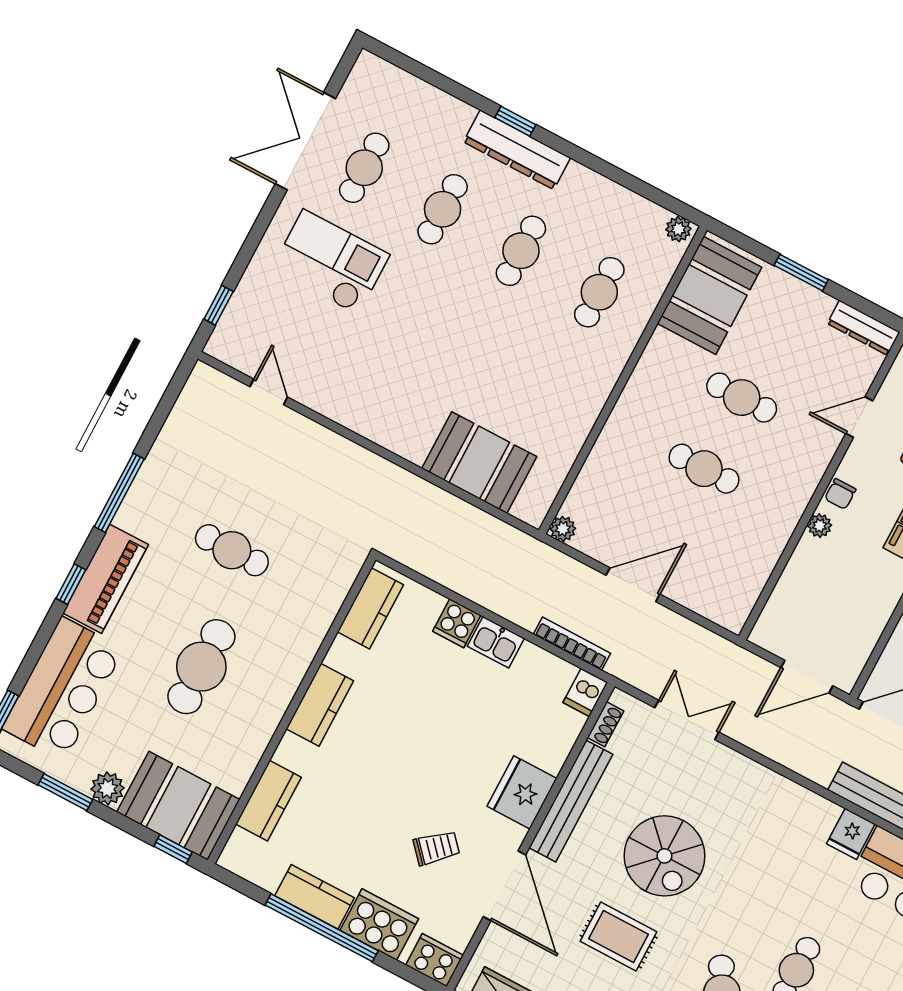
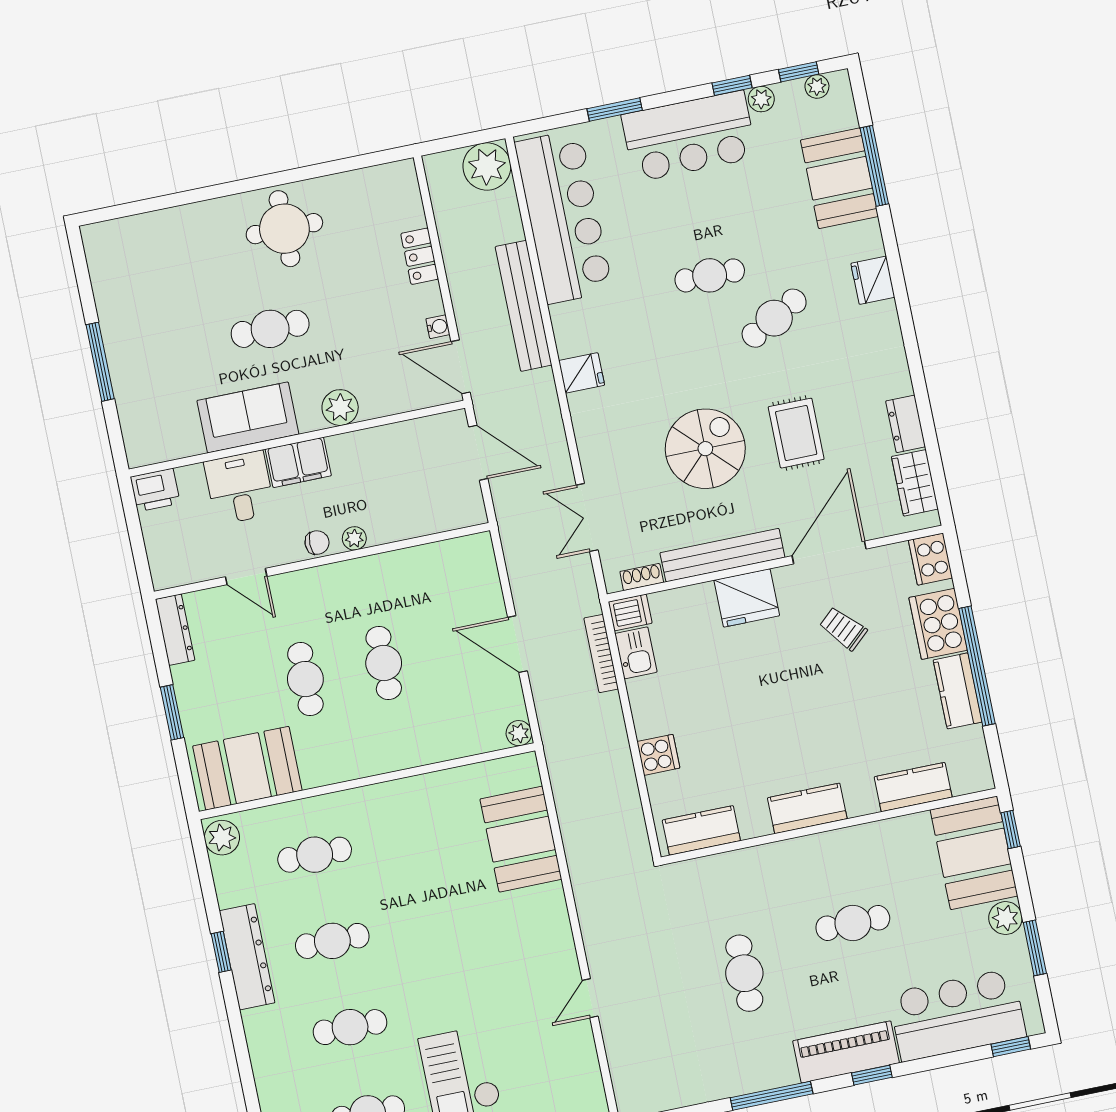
window: (515, 121) -> (221, 952), moved
dresser: (517, 150) -> (247, 957), moved
plant: (678, 229) -> (222, 838), width x1.38, depth x1.38
door: (269, 392) -> (590, 998), moved
kitchen sink: (496, 642) -> (636, 653), moved
cafe table: (201, 667) -> (853, 923), width x0.73, depth x0.74
fridge: (851, 834) -> (582, 373), moved

